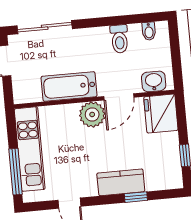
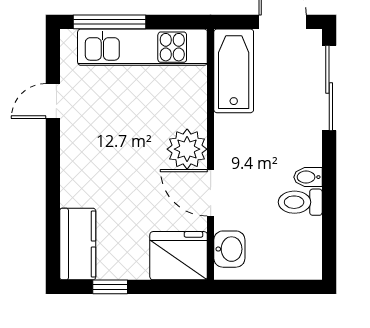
bidet: (149, 31) -> (308, 177), moved
bathtub: (69, 87) -> (234, 71), moved
kitchen counter: (121, 182) -> (78, 244), moved
window: (136, 197) -> (53, 205), removed

